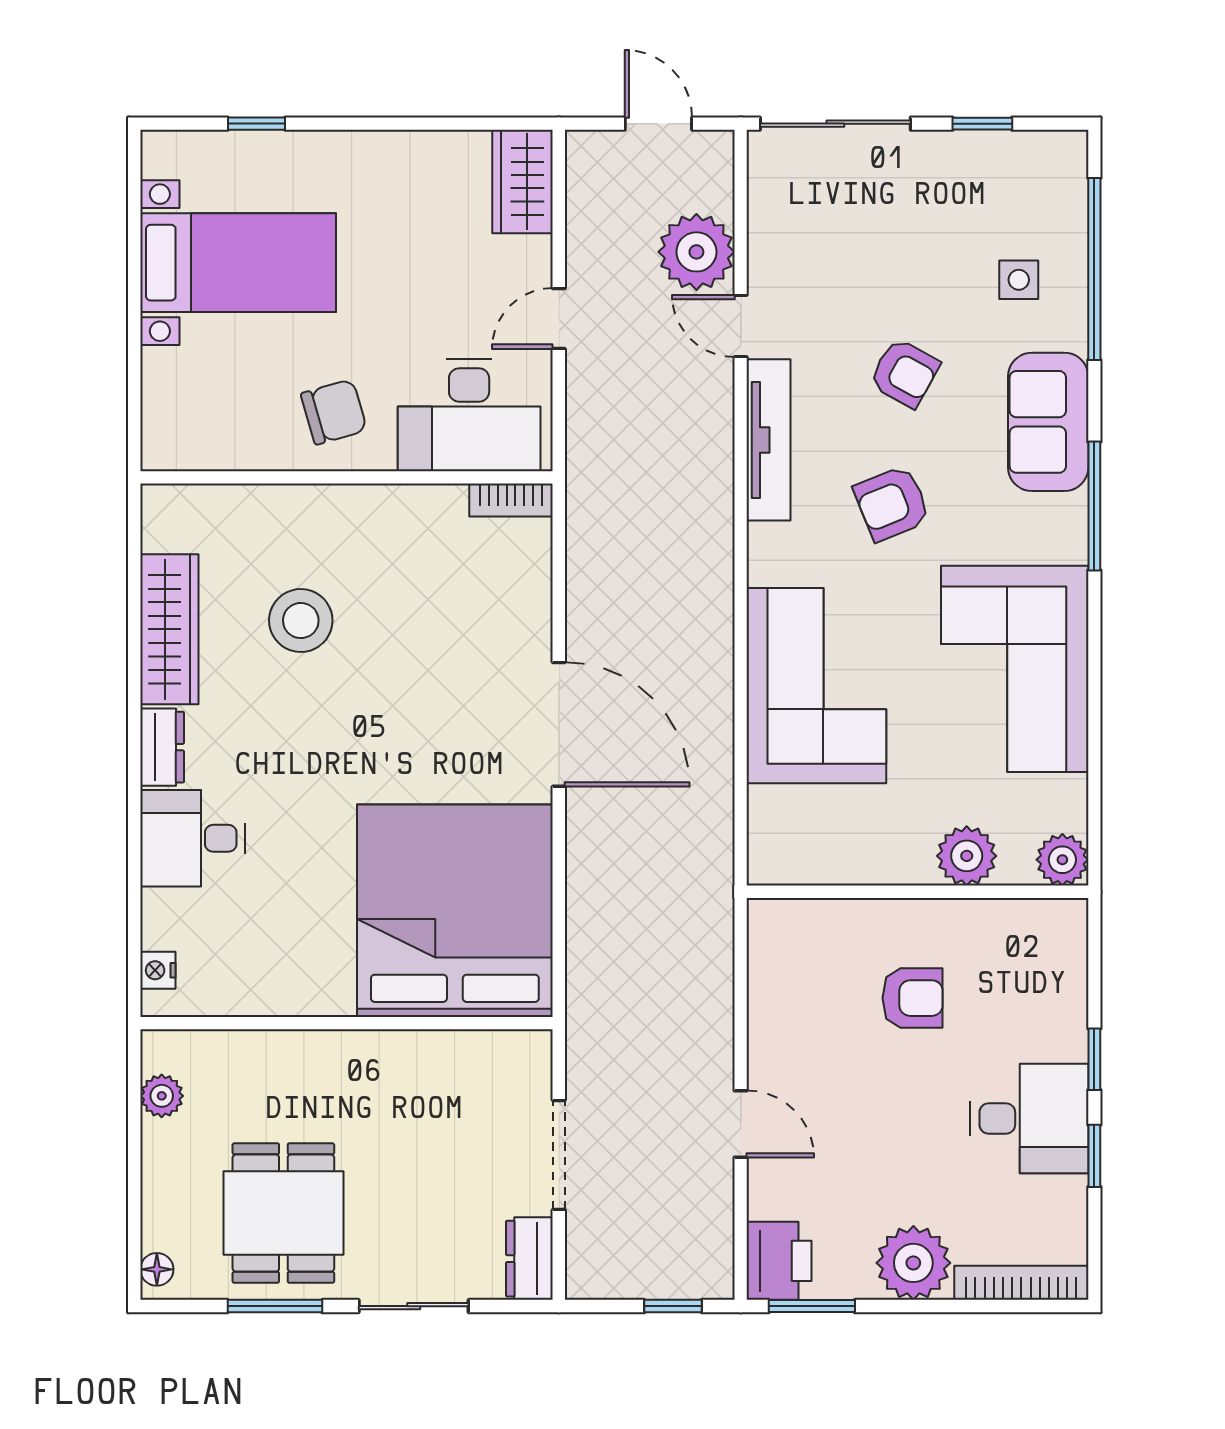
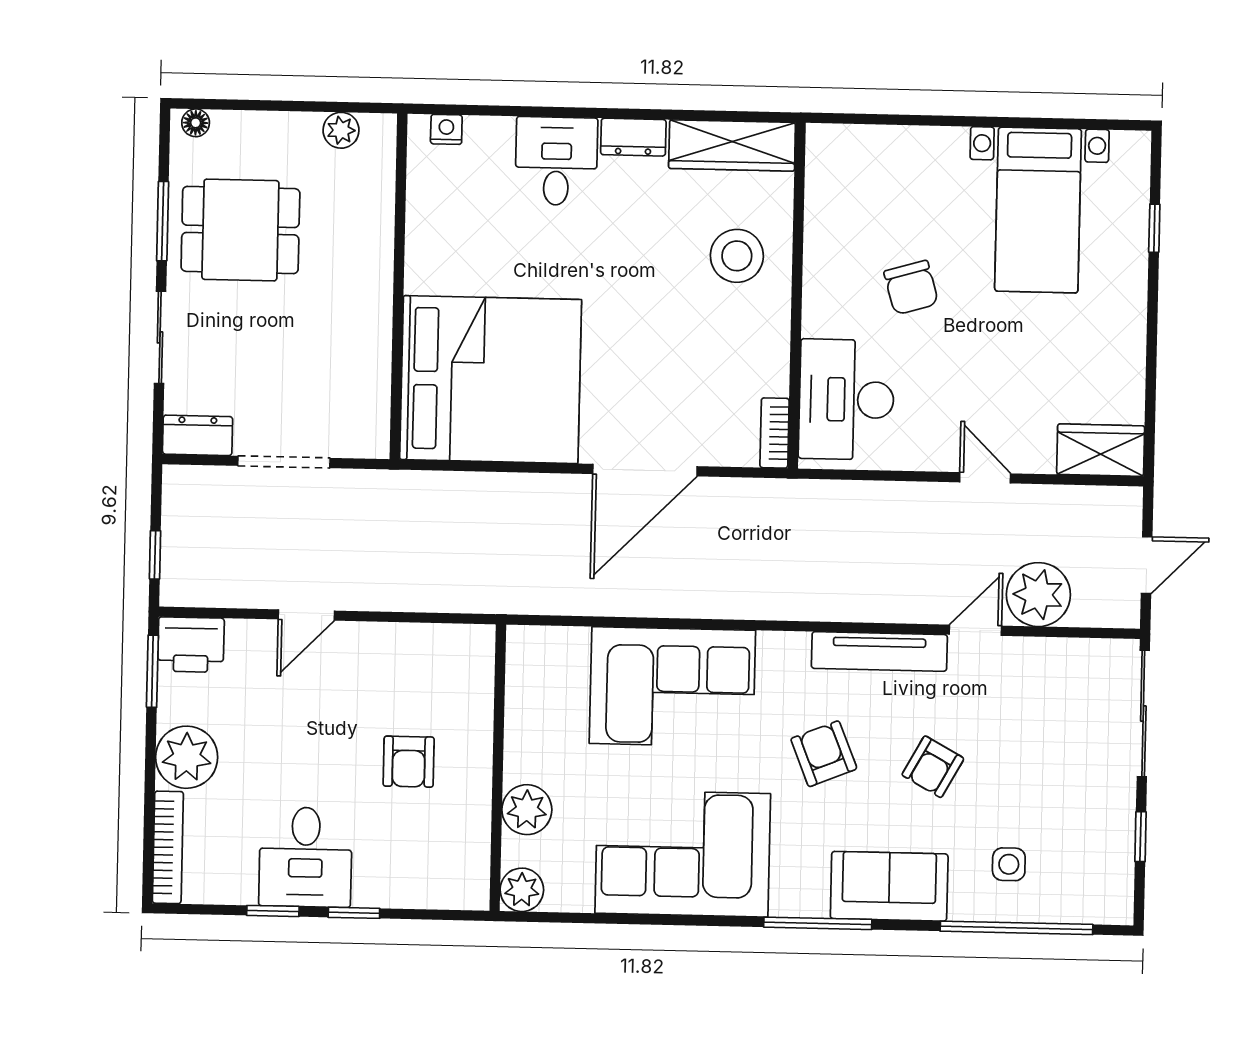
desk: (469, 415) -> (846, 399), moved
wall: (346, 477) -> (797, 296), moved
bookcase: (511, 500) -> (775, 433), moved

